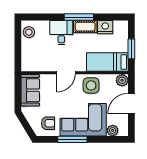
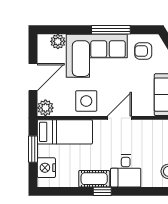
window: (79, 17) -> (102, 191), width x0.46
nightstand: (105, 27) -> (46, 168), moved, turned 90

